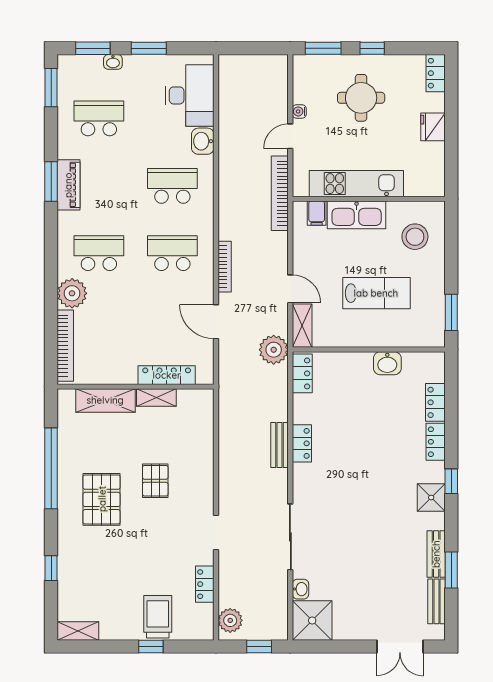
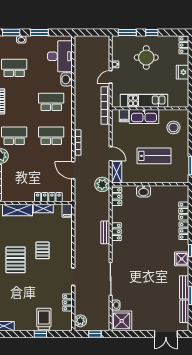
washbasin: (387, 363) -> (144, 191), moved
filing cabinet: (204, 402) -> (67, 211), added

